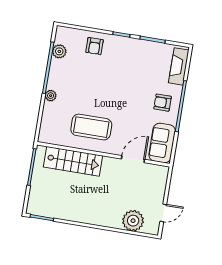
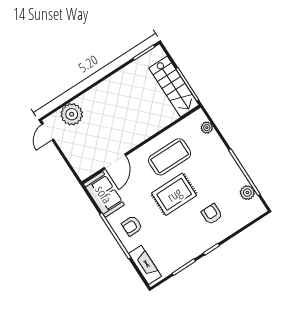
armchair: (94, 46) -> (212, 214), moved
plant: (51, 96) -> (207, 128), moved
rug: (112, 98) -> (174, 194), added
armchair: (163, 103) -> (132, 226), turned 180
stairs: (73, 161) -> (174, 87), moved, turned -90
door: (163, 213) -> (48, 132), moved

